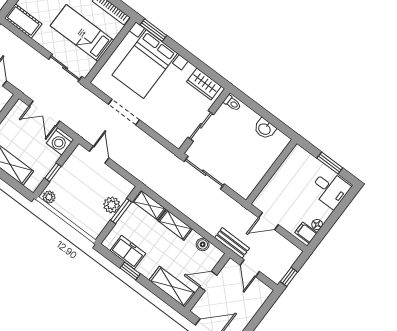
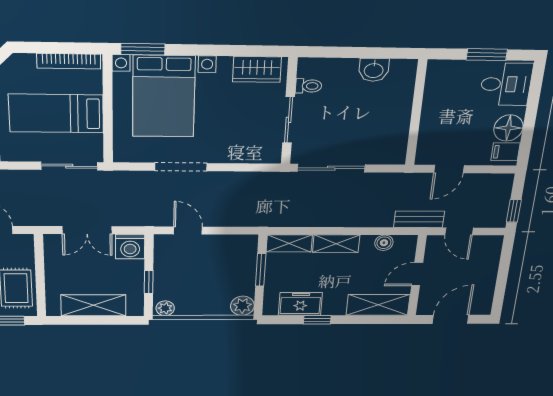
toilet: (232, 103) -> (309, 86), moved
plant: (112, 205) -> (242, 306), moved
floor lamp: (317, 224) -> (508, 128), width x1.89, depth x1.89

